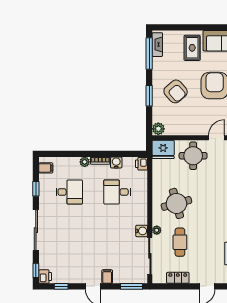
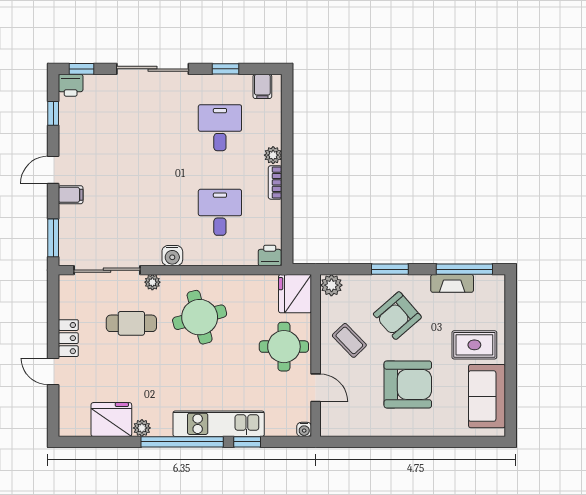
fireplace: (157, 45) -> (452, 283), moved
coffee table: (190, 119) -> (349, 340), added
water cooler: (116, 162) -> (272, 211), removed
desk: (69, 192) -> (220, 128), turned 180
water cooler: (142, 231) -> (172, 256), moved
locker: (178, 278) -> (68, 338), moved

